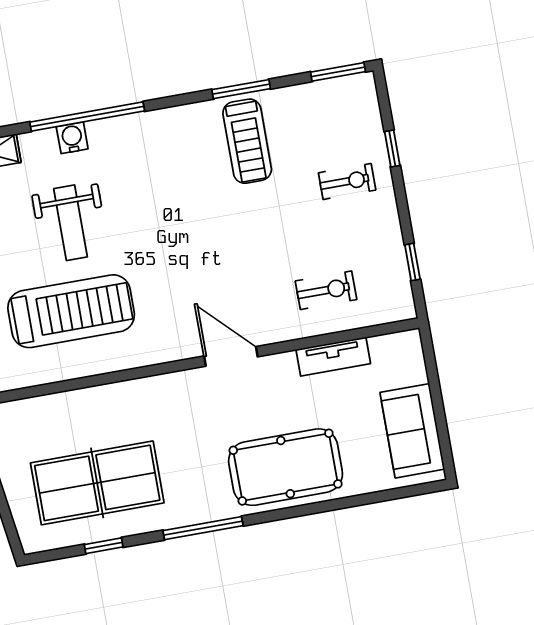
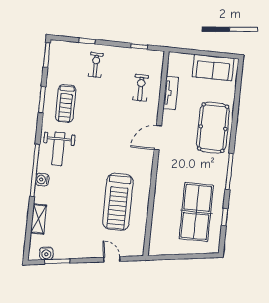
treadmill: (247, 141) -> (66, 103), turned 90
weight bench: (71, 223) -> (58, 149), moved, turned 90
treadmill: (71, 311) -> (118, 202), turned 180

